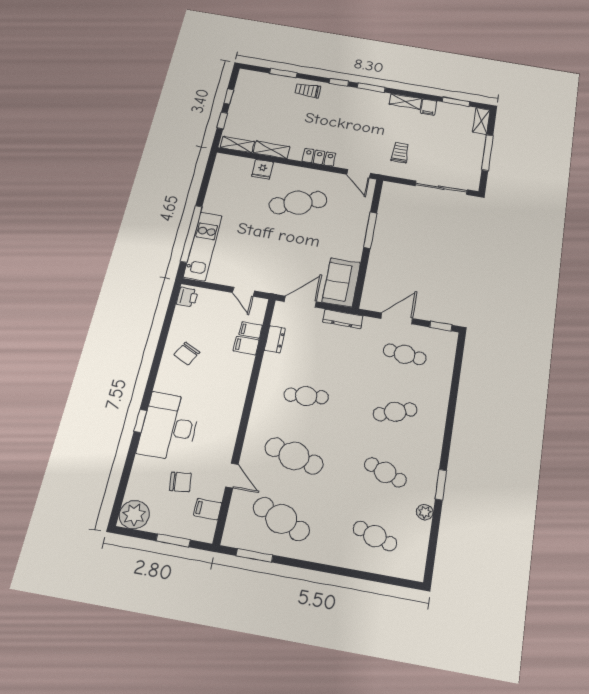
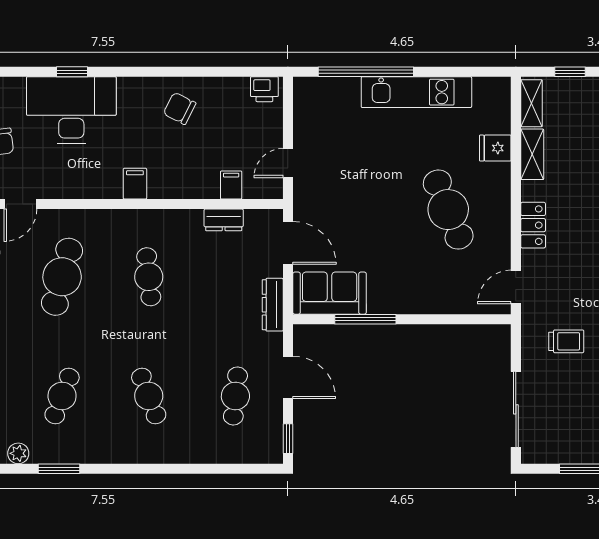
window: (370, 230) -> (365, 319), moved
kitchen unit: (203, 246) -> (416, 92), moved
filing cabinet: (246, 345) -> (135, 184), moved

